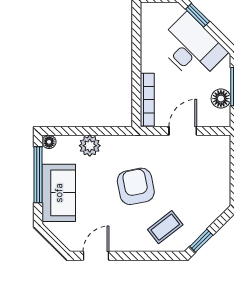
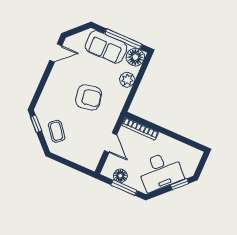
floor lamp: (49, 142) -> (135, 57), width x1.89, depth x1.89
coffee table: (165, 227) -> (57, 131), moved
door: (96, 256) -> (56, 53), hinge flipped

